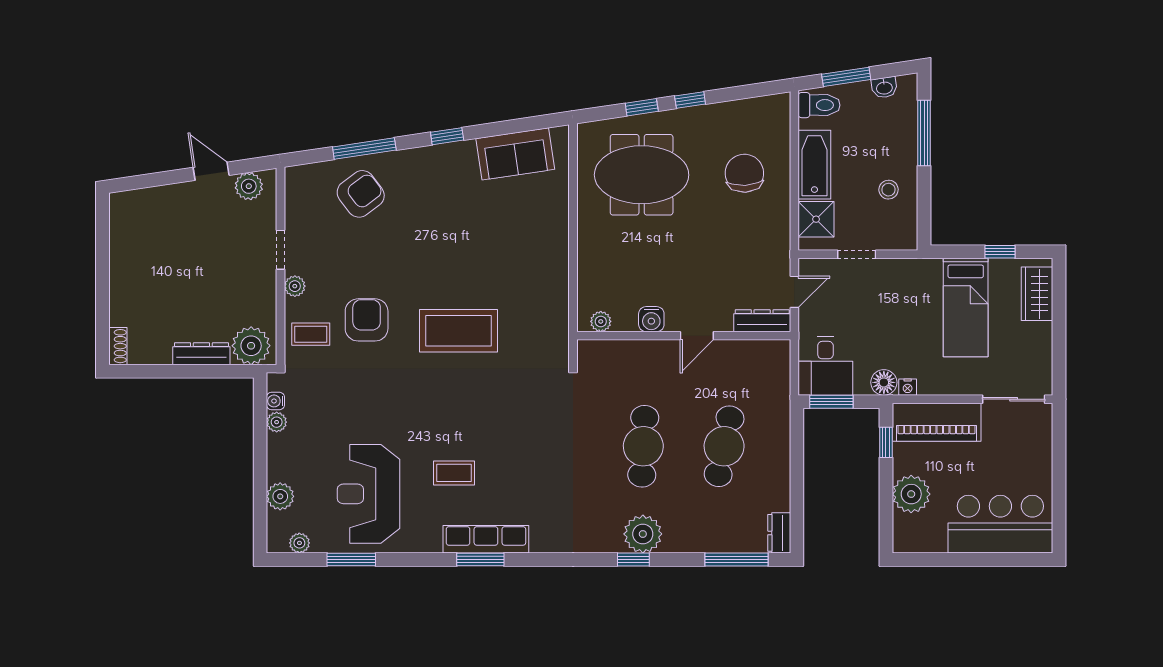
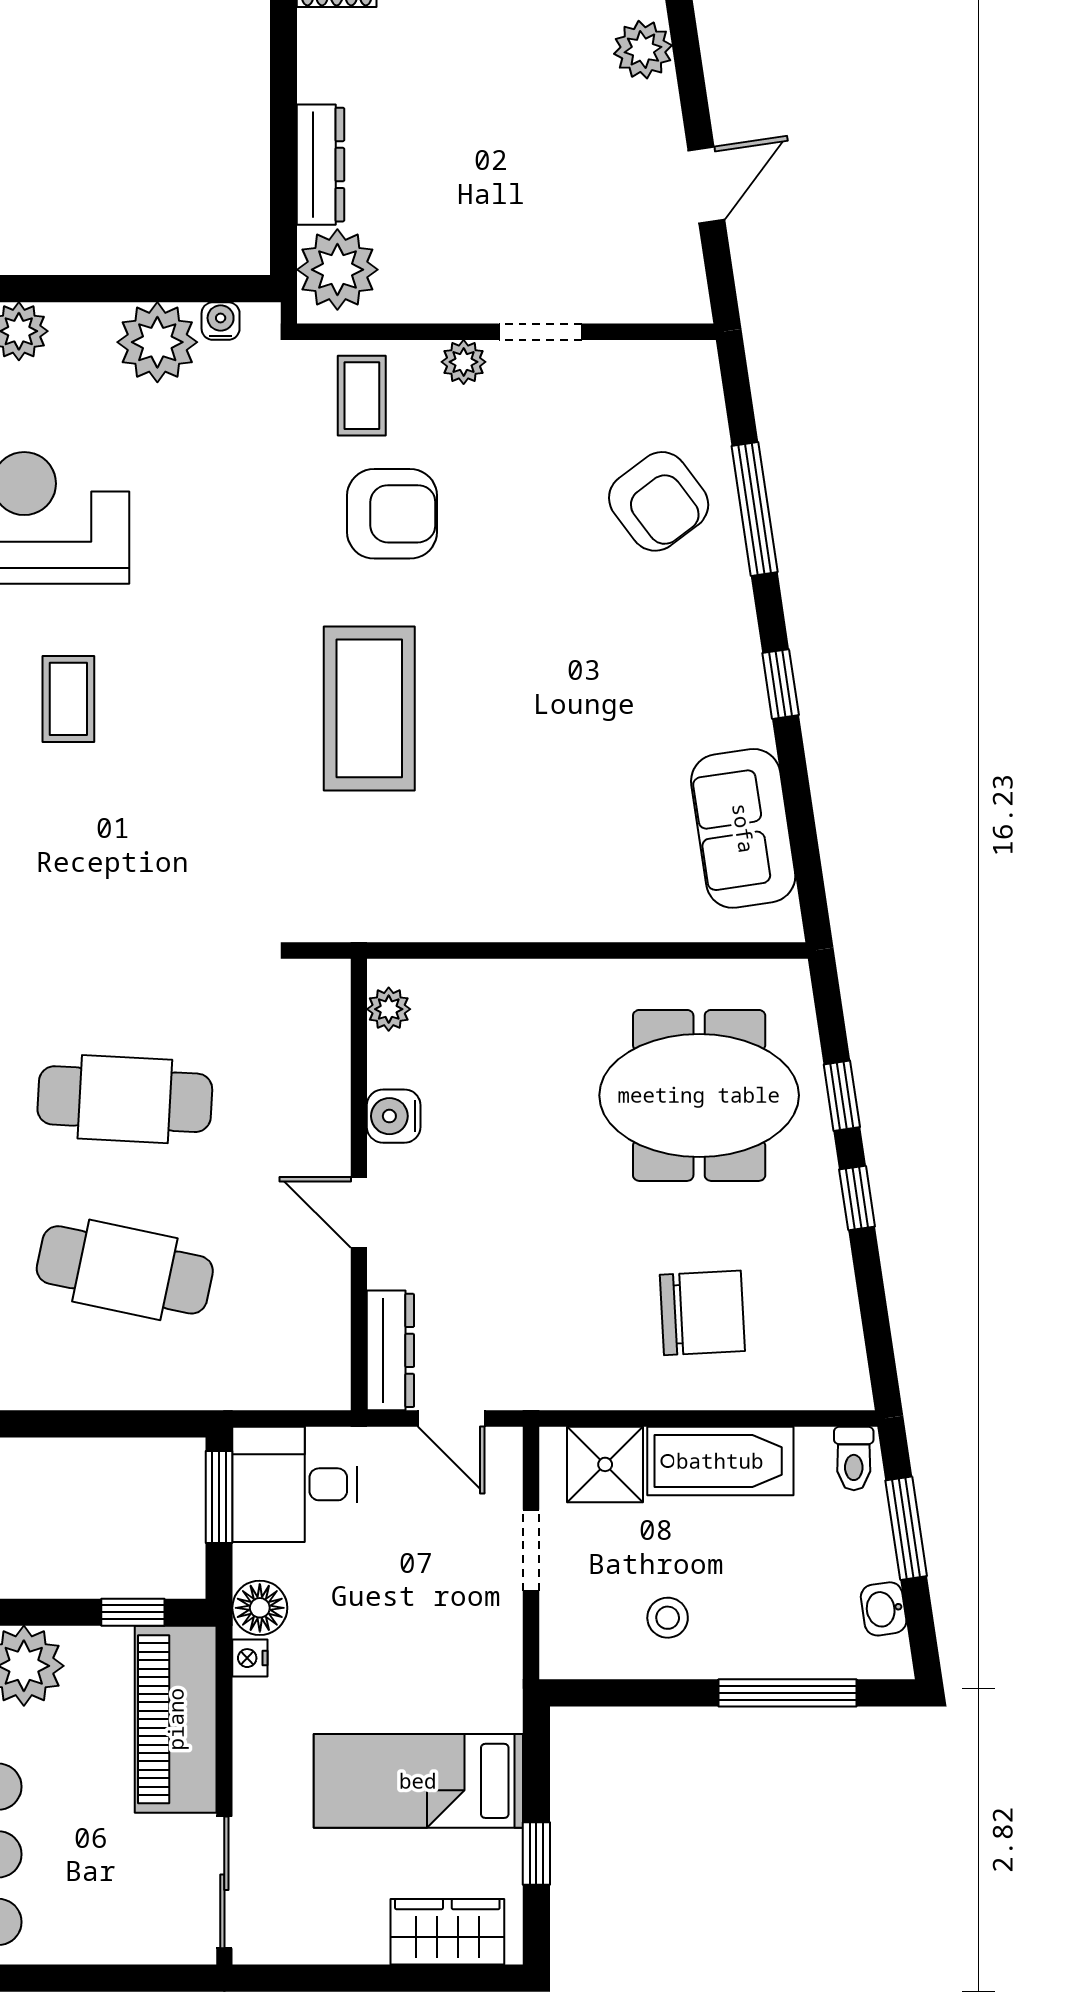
toilet: (819, 105) -> (854, 1459), width x0.73, depth x0.72
meeting table: (642, 175) -> (699, 1095), turned 90
plant: (249, 186) -> (643, 50), moved
plant: (277, 422) -> (157, 342), width x1.87, depth x1.87

